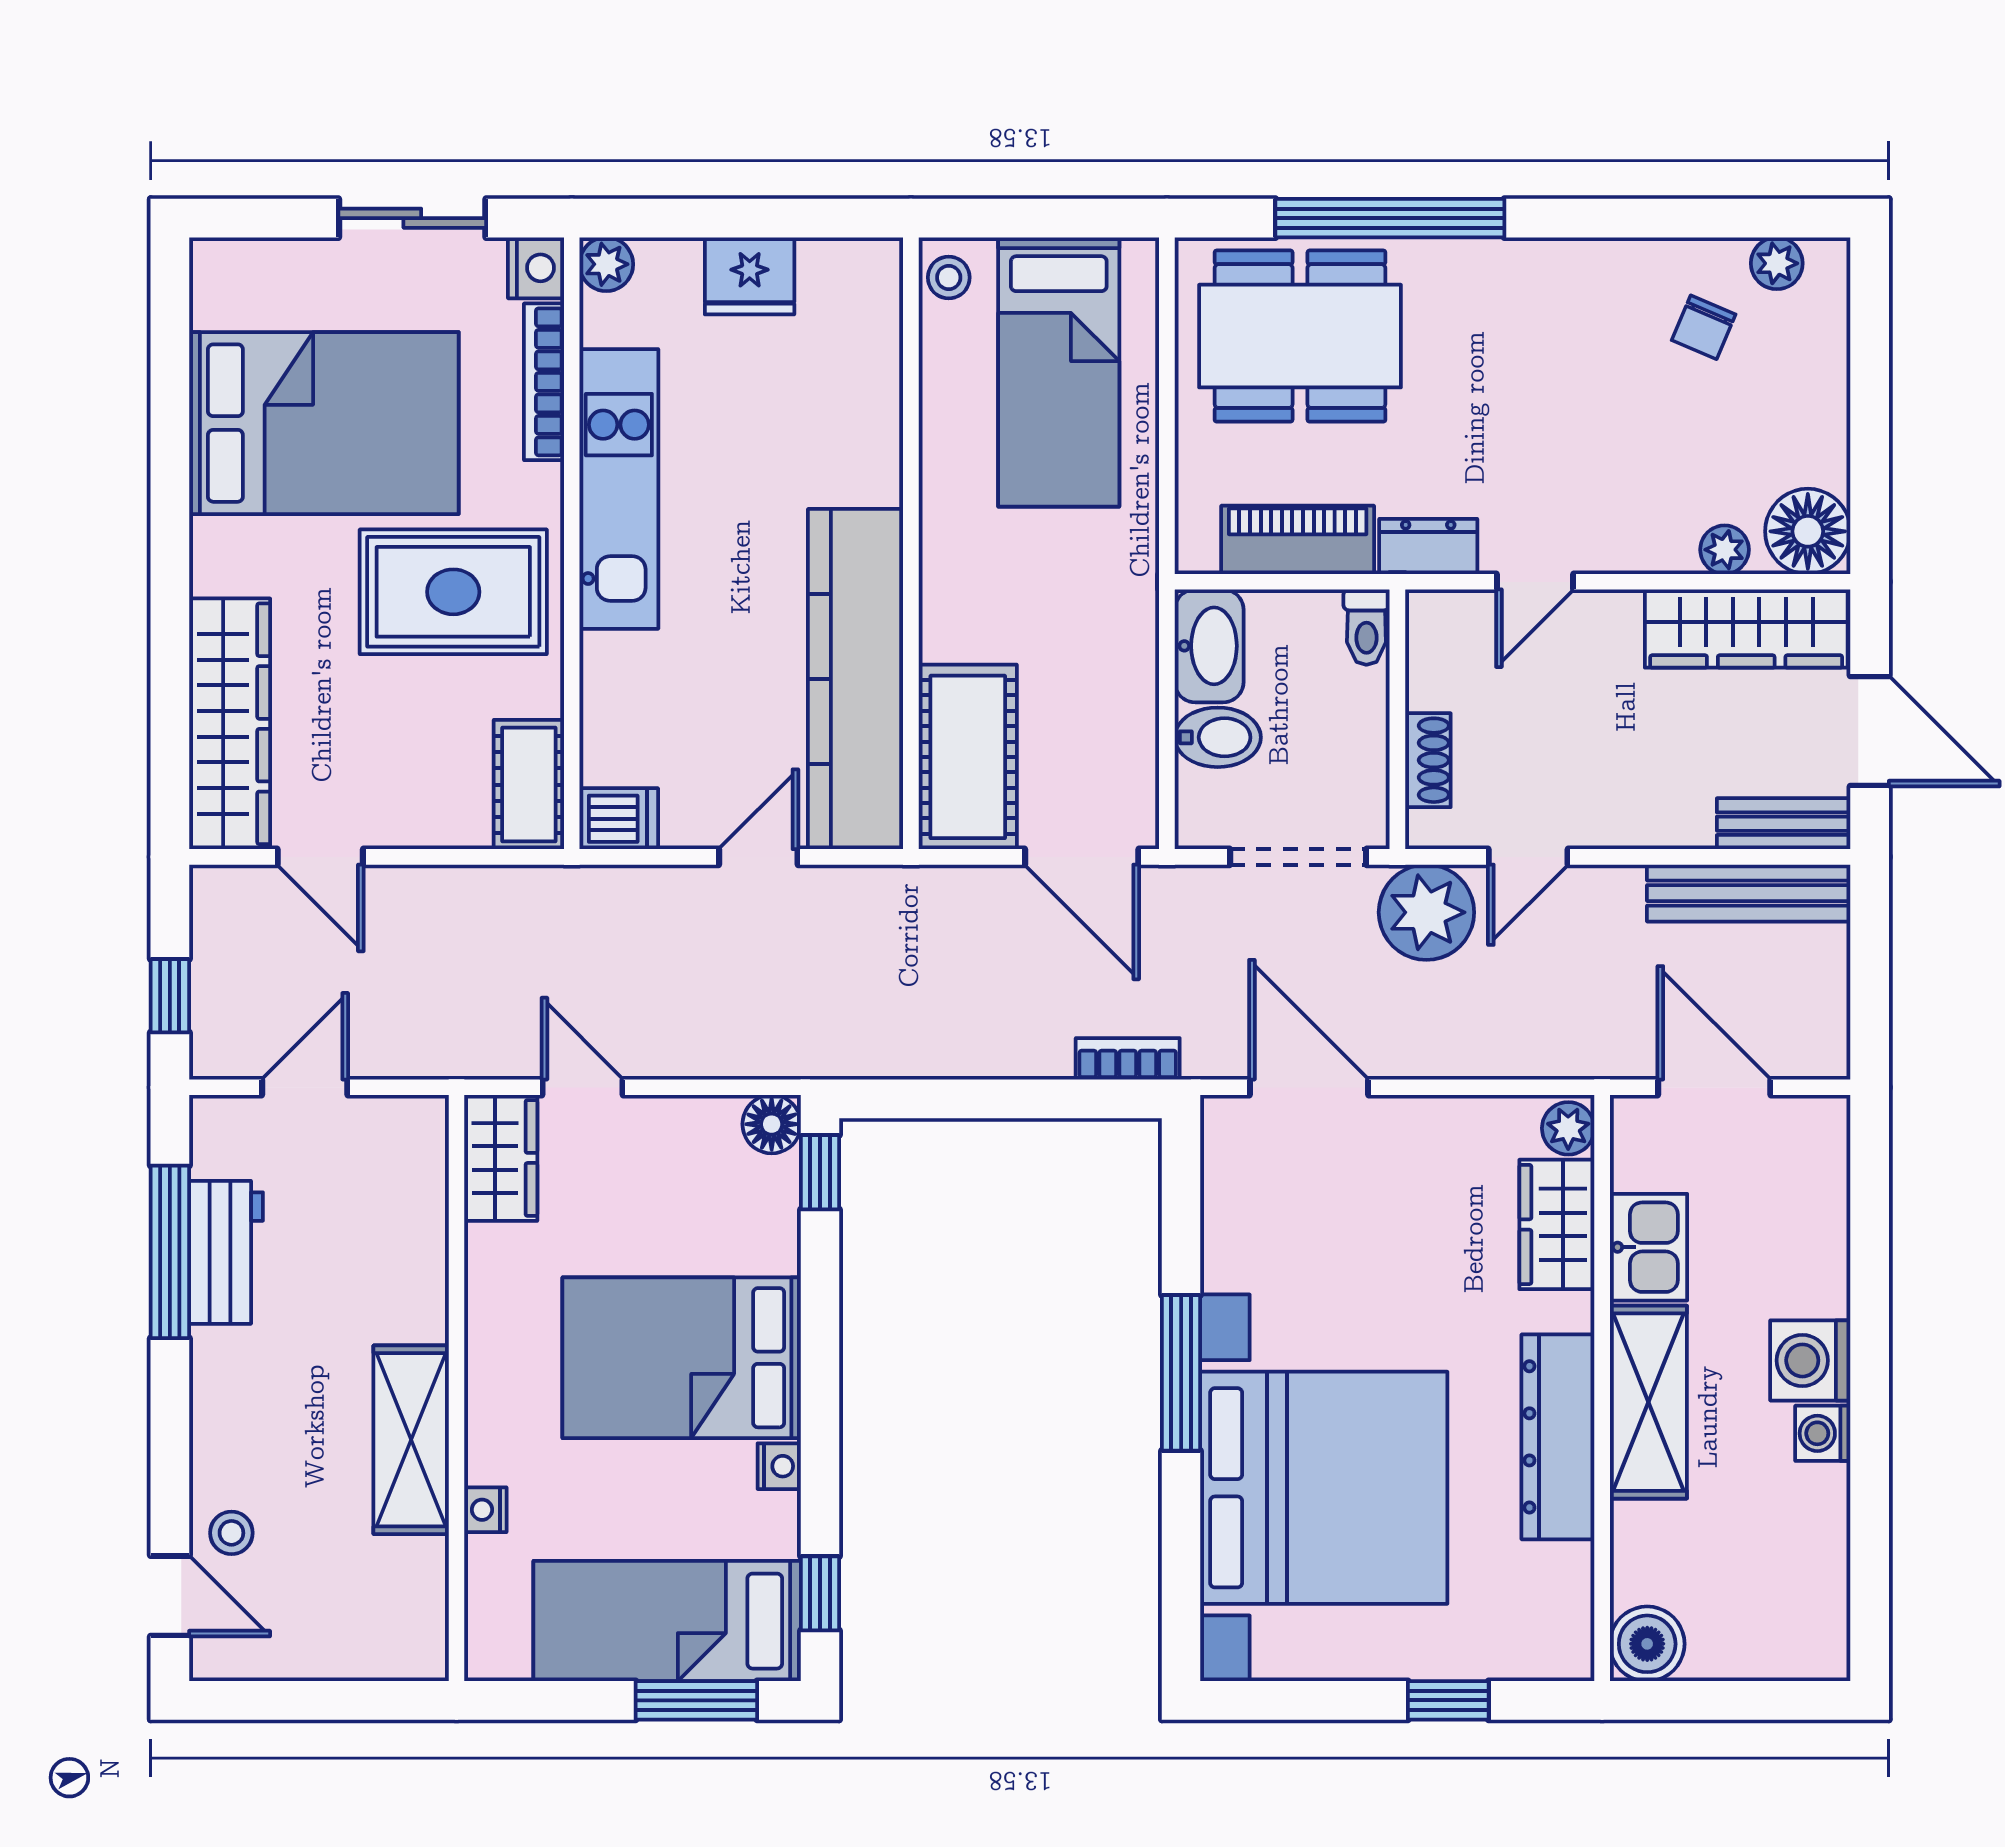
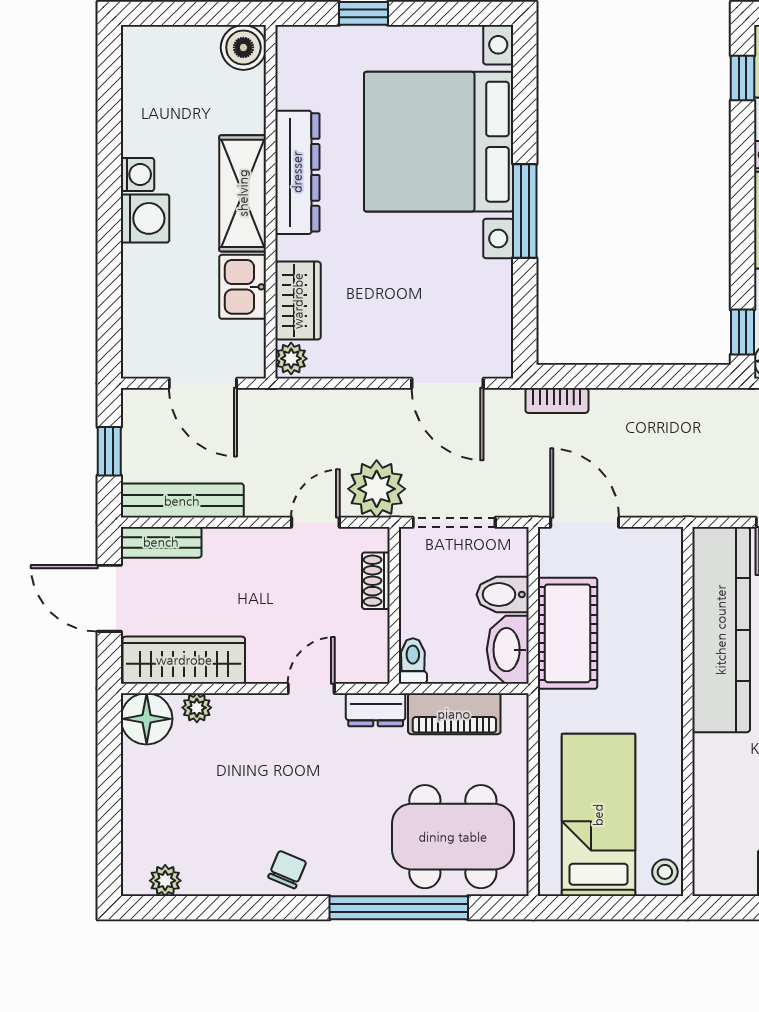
chair: (1704, 327) -> (287, 870), moved
cot: (968, 757) -> (568, 633), moved
window: (1870, 975) -> (109, 451), added

